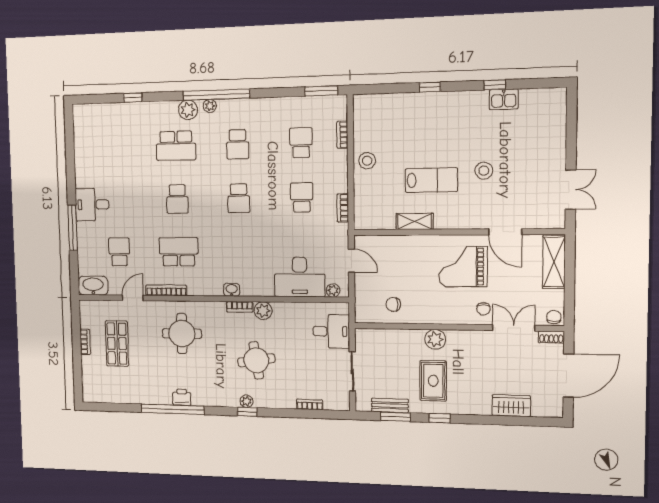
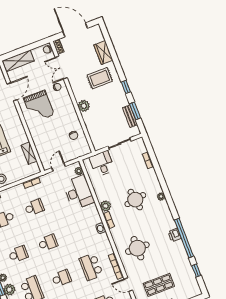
school desk: (302, 197) -> (34, 207), turned 180
shelving: (415, 221) -> (29, 153), moved
rug: (433, 381) -> (100, 78), moved
window: (247, 412) -> (196, 271), moved

